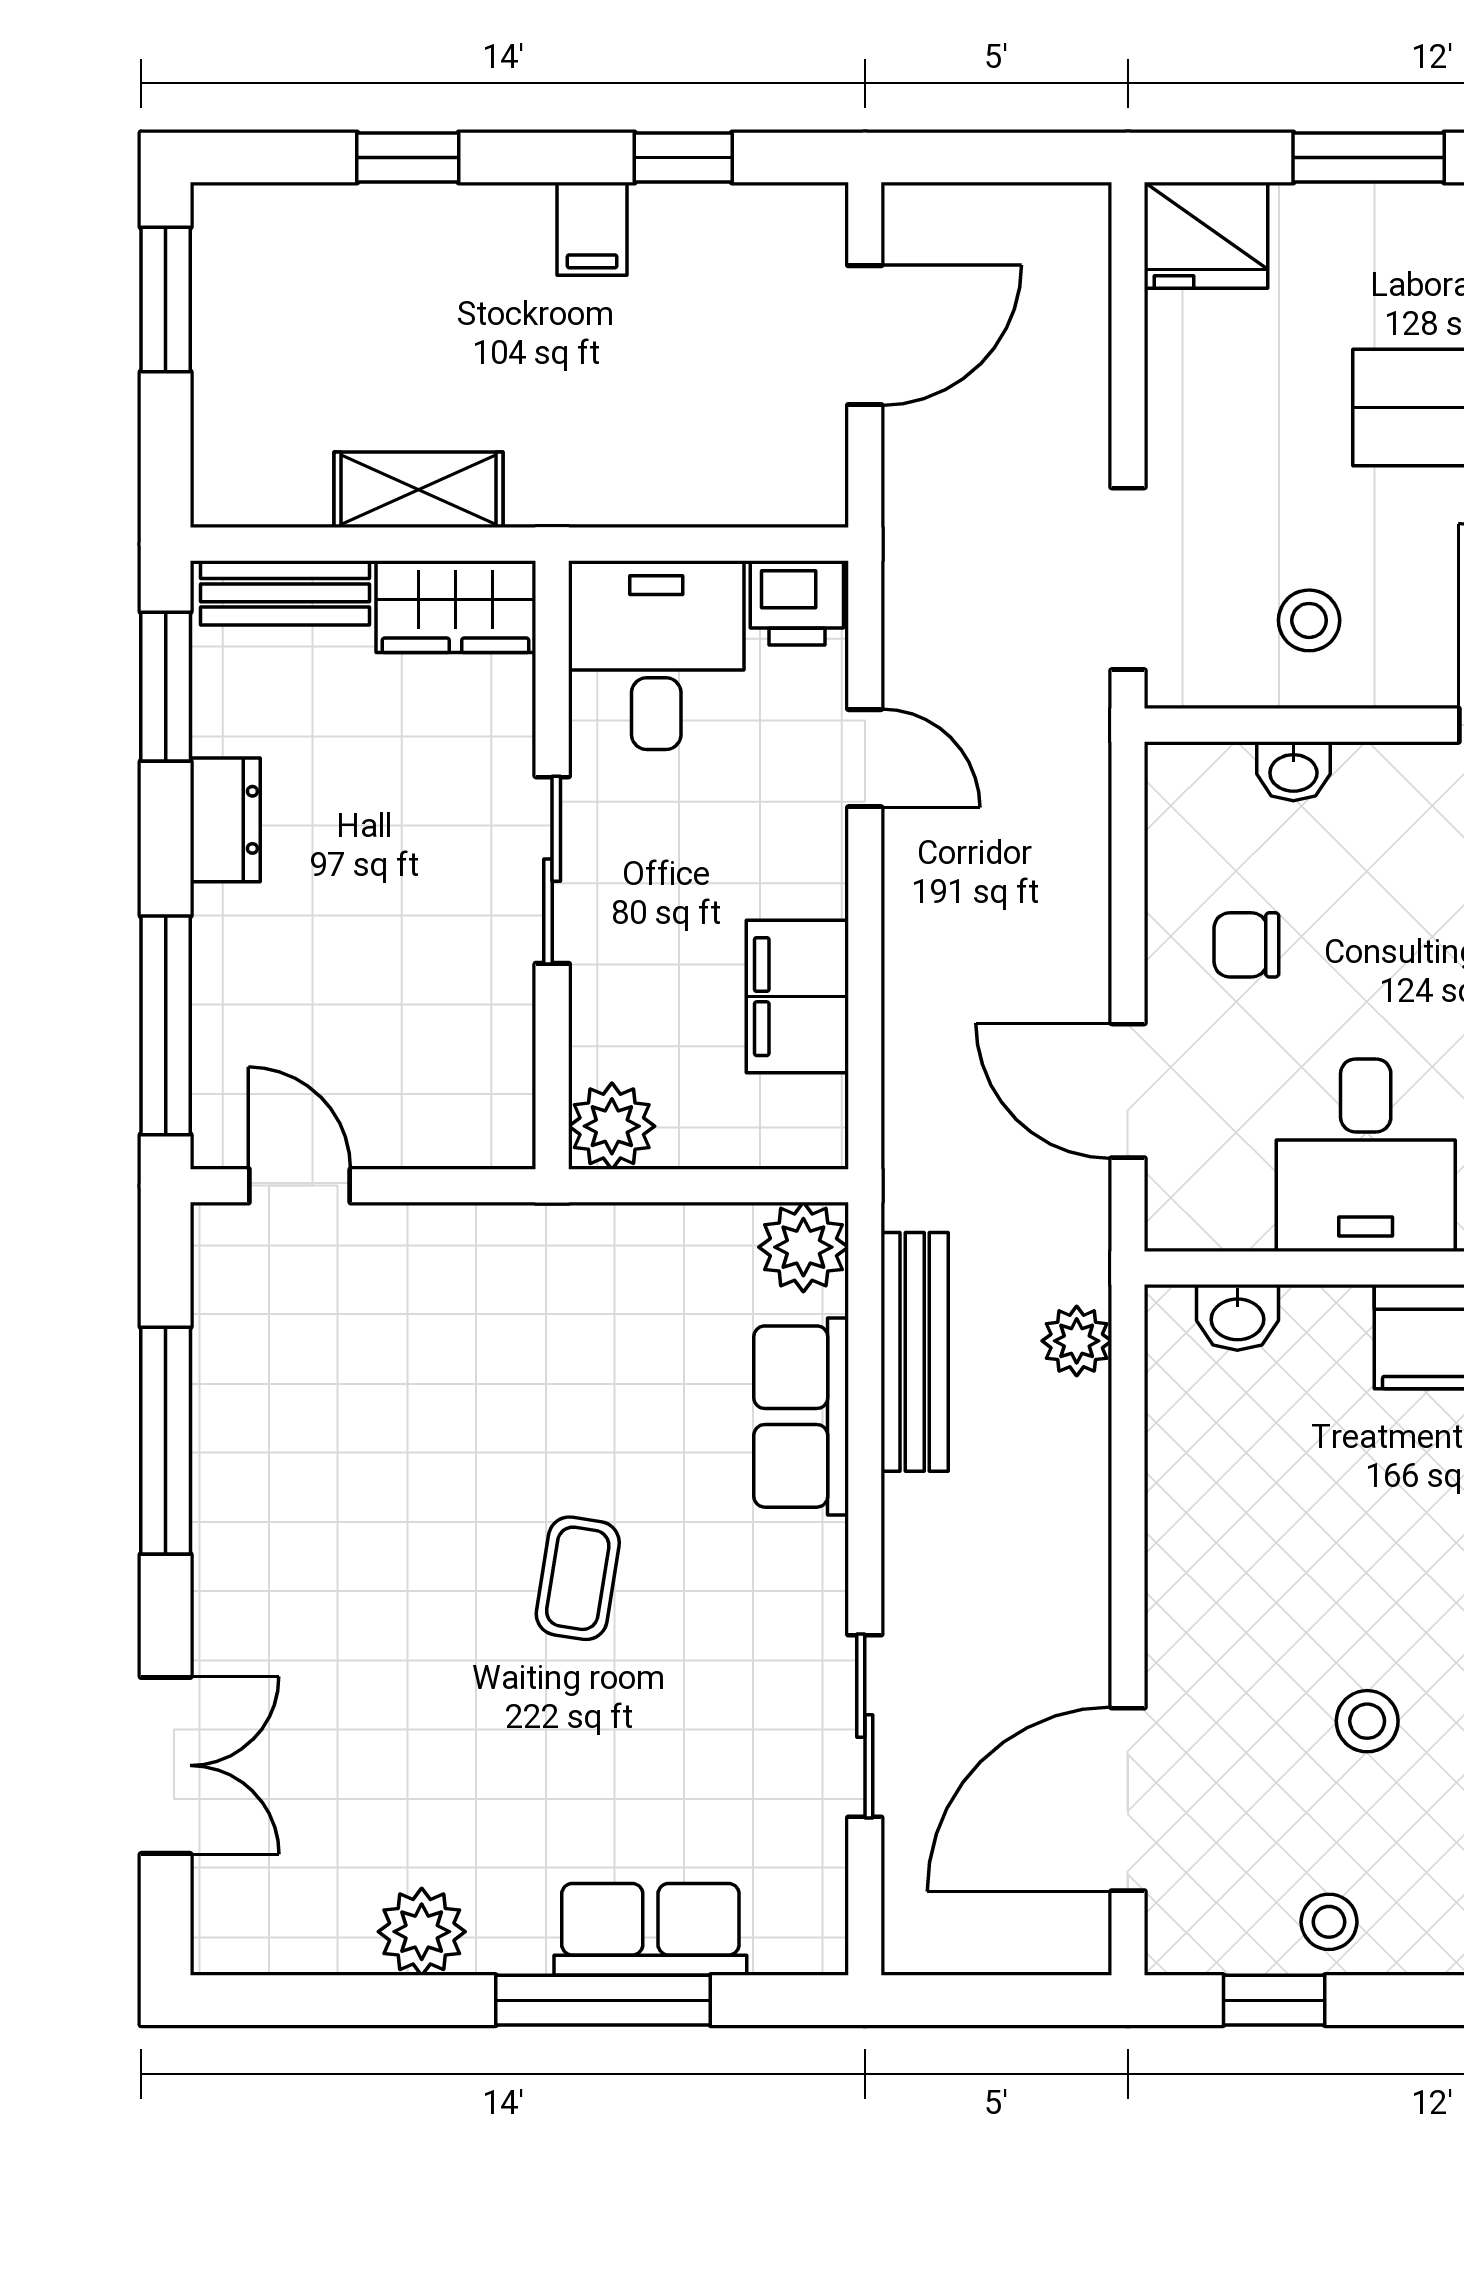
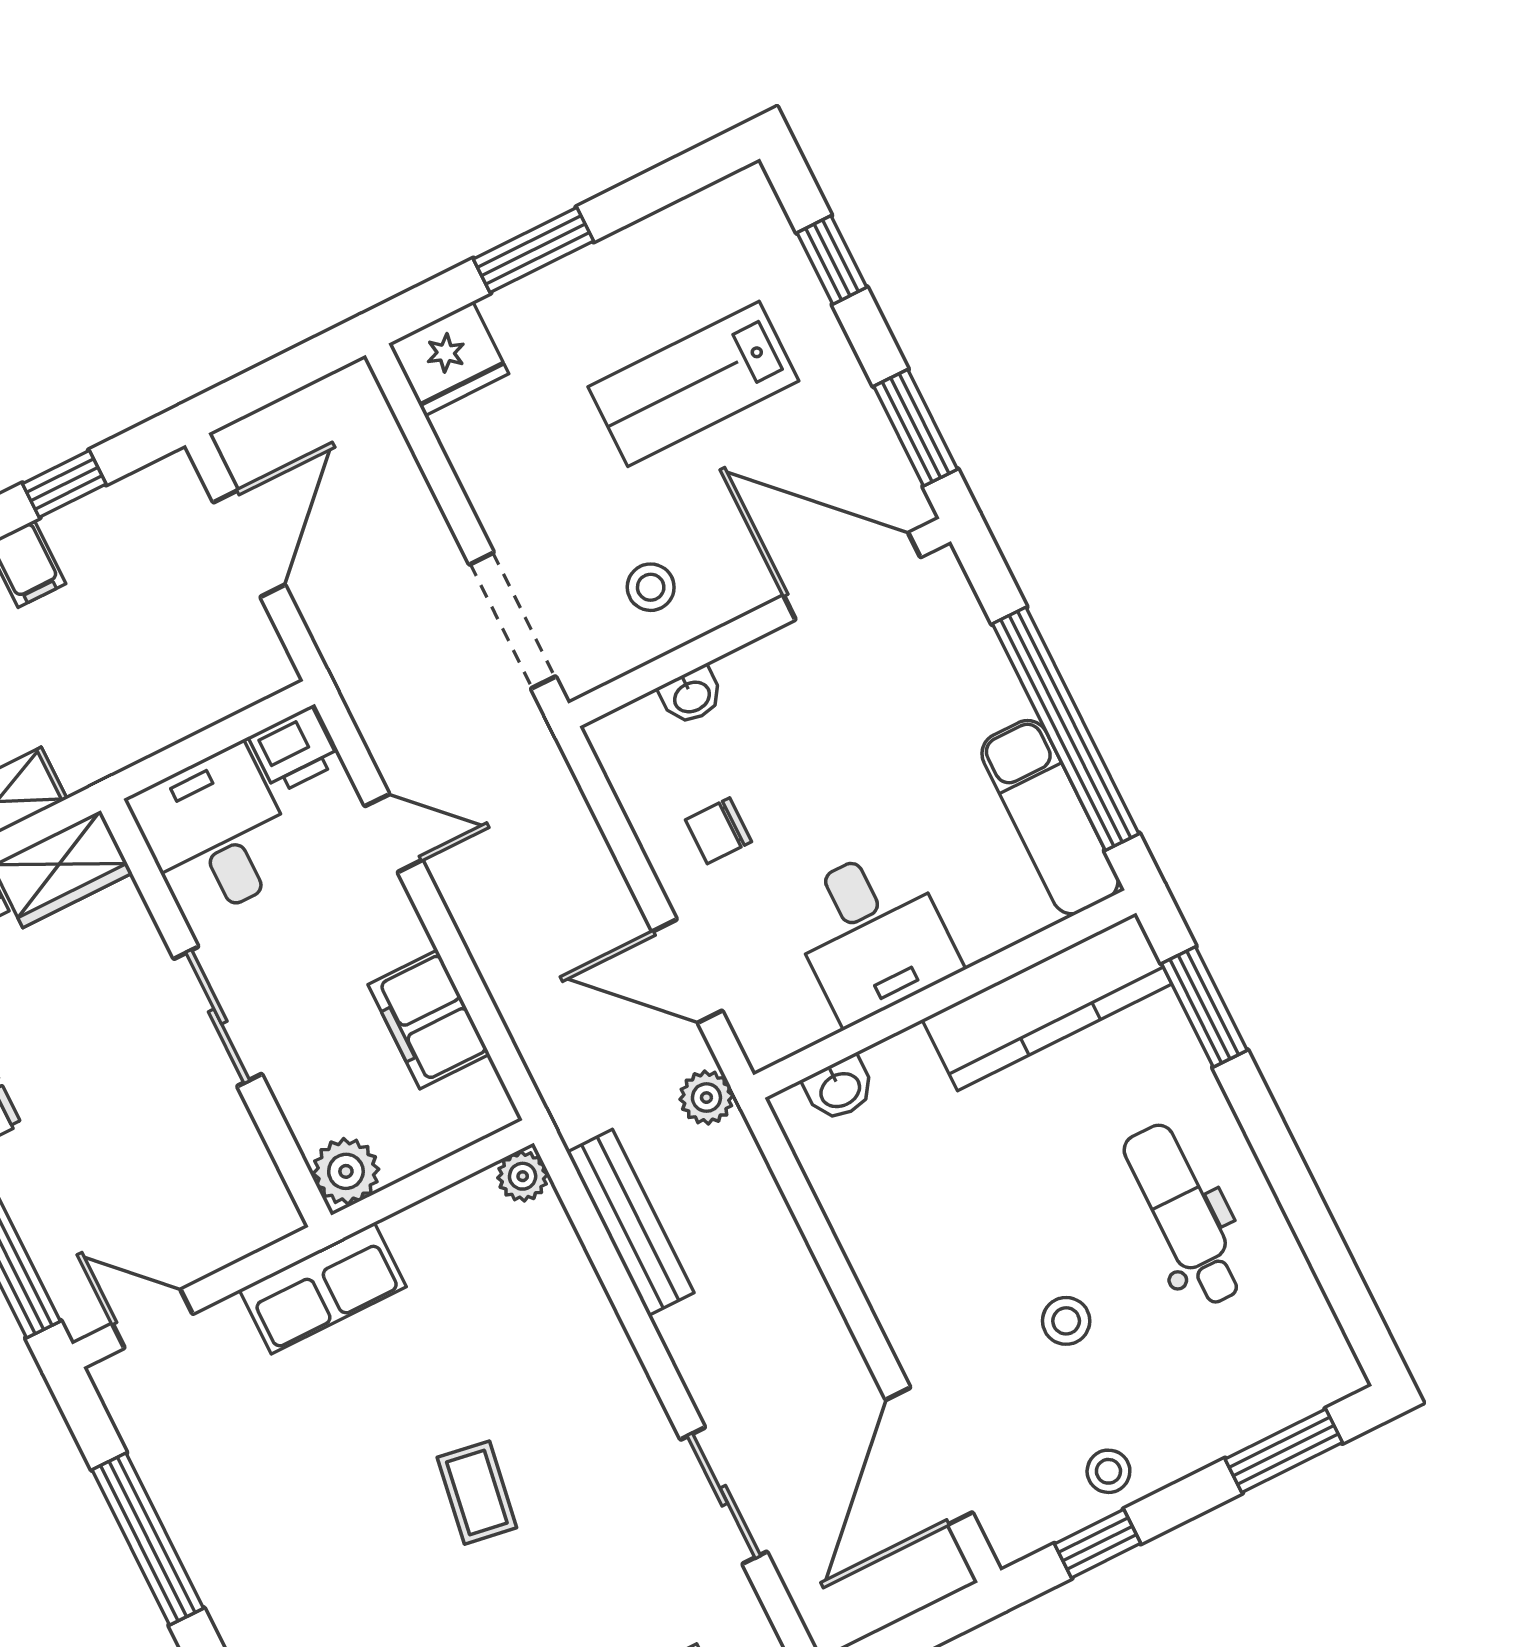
plant: (803, 1247) -> (523, 1176), width x0.73, depth x0.73
plant: (1077, 1341) -> (706, 1098), moved
row of seats: (801, 1417) -> (323, 1288), moved, turned -90

